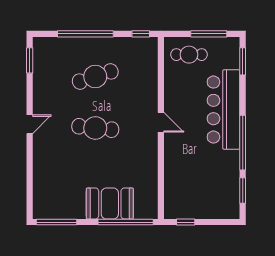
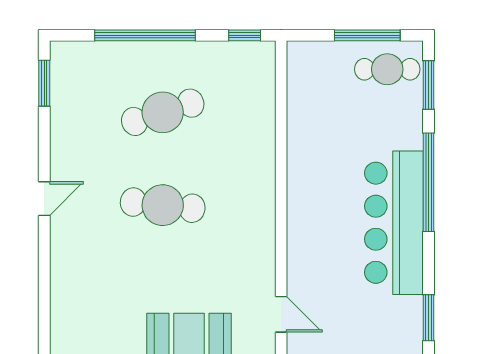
cafe table: (189, 55) -> (387, 69), moved
bar counter: (223, 110) -> (394, 223), moved
door: (161, 122) -> (281, 314), moved
window: (243, 143) -> (428, 182), moved

